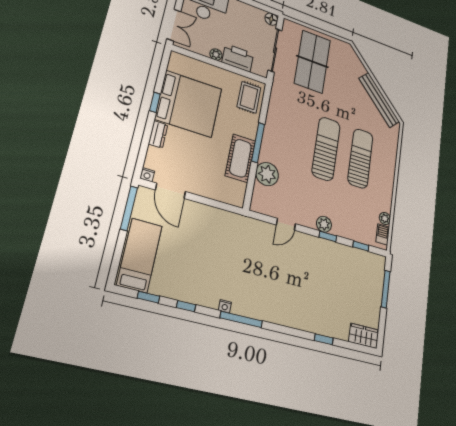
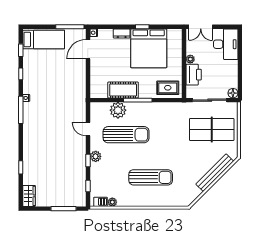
bench: (379, 100) -> (215, 173), moved
sun lounger: (326, 149) -> (126, 135), moved

